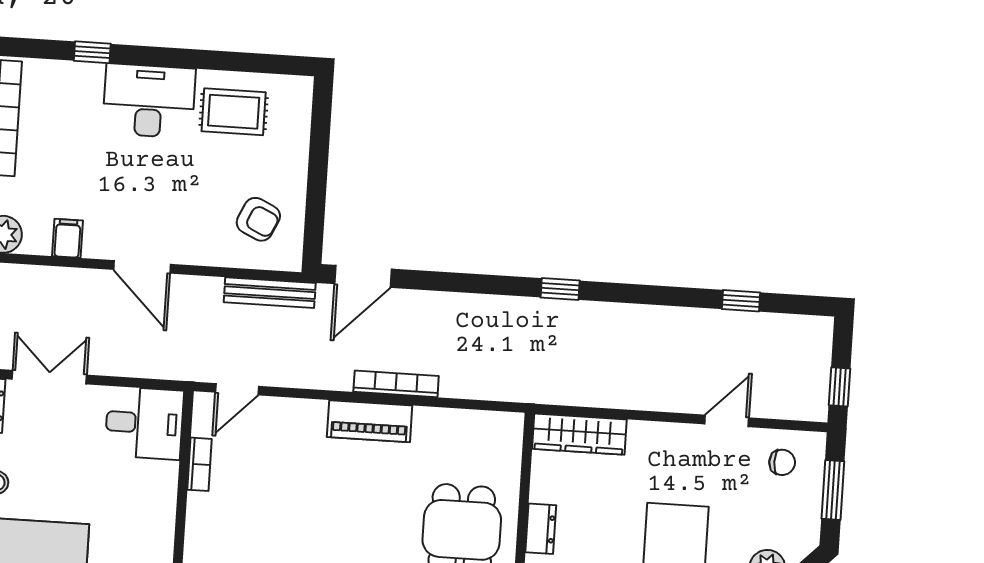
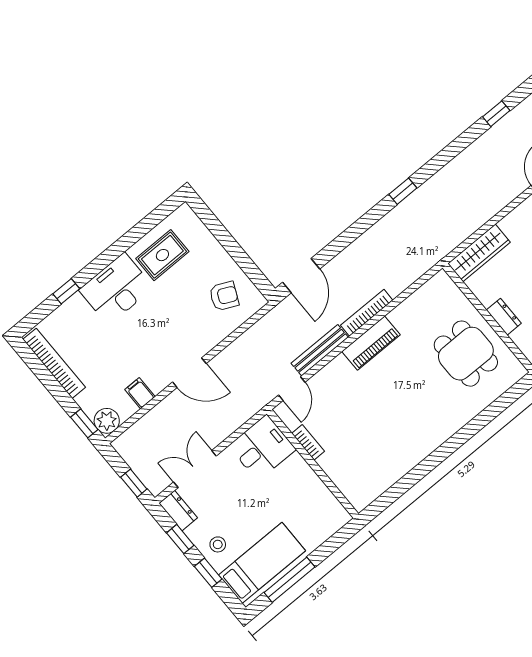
bench: (270, 293) -> (320, 350), moved

